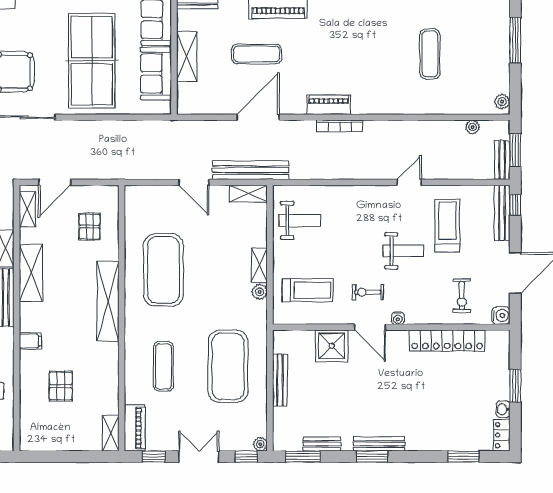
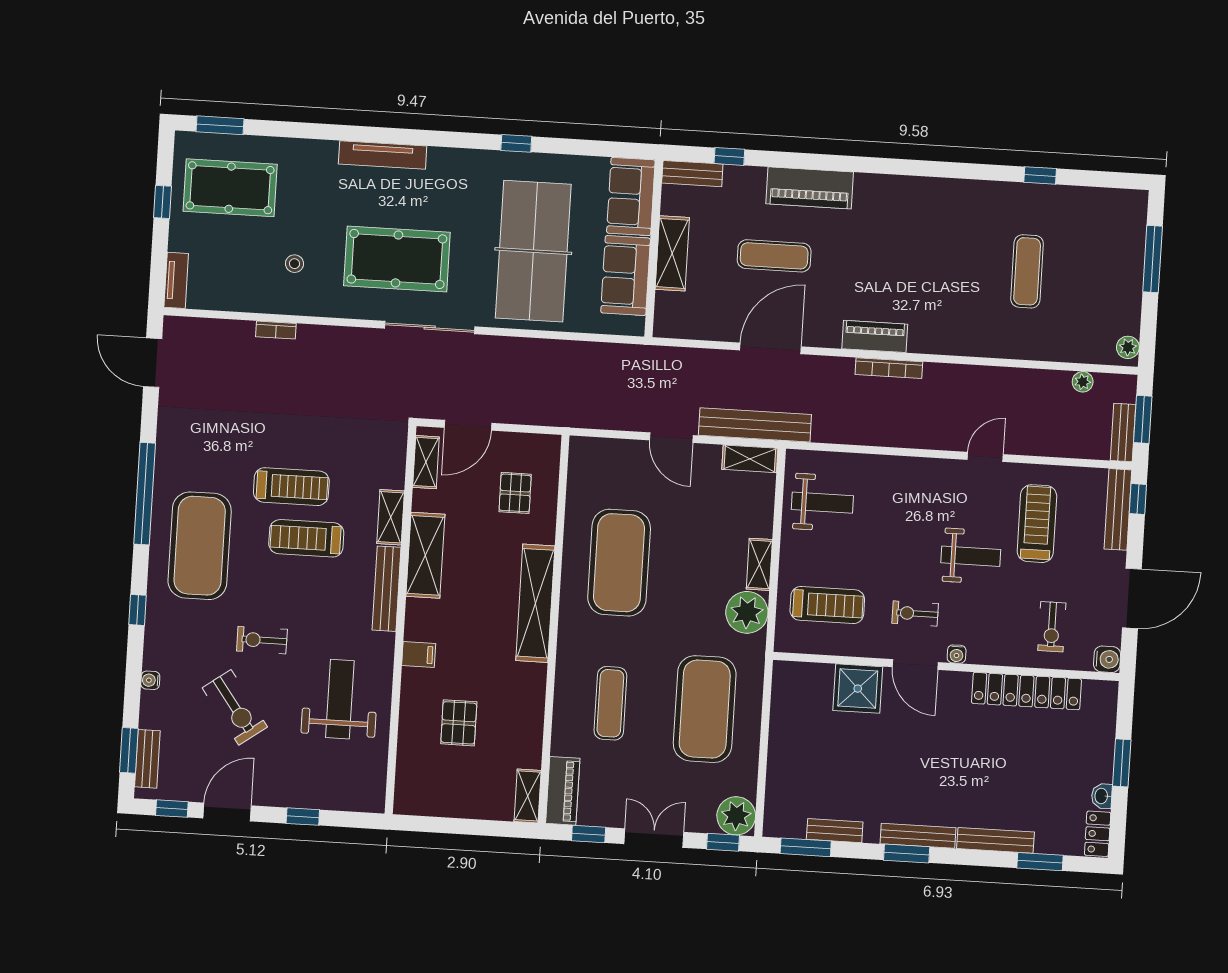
plant: (260, 292) -> (747, 612), width x1.88, depth x1.88
bench: (280, 380) -> (995, 840), moved, turned 90
plant: (260, 444) -> (736, 816), width x1.88, depth x1.88

